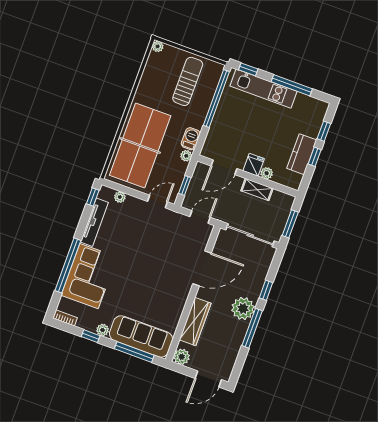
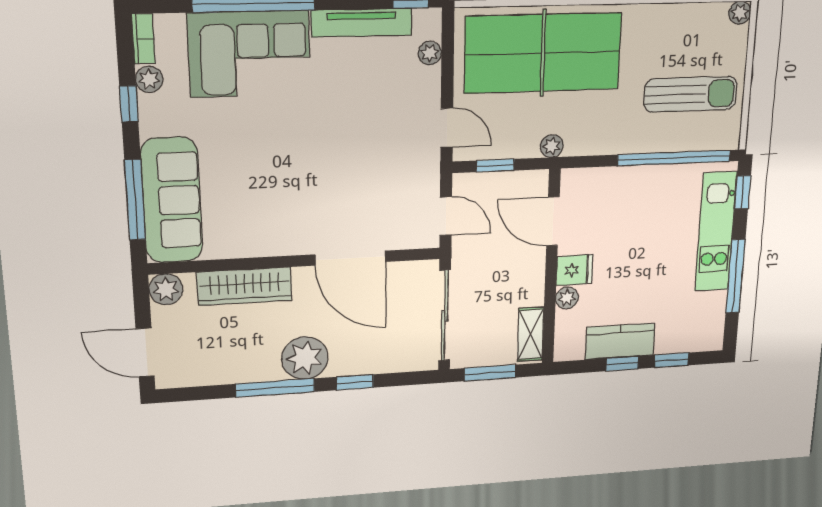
barbecue: (191, 139) -> (586, 142), removed
shelving: (257, 190) -> (531, 334), moved
plant: (103, 330) -> (149, 79), moved

